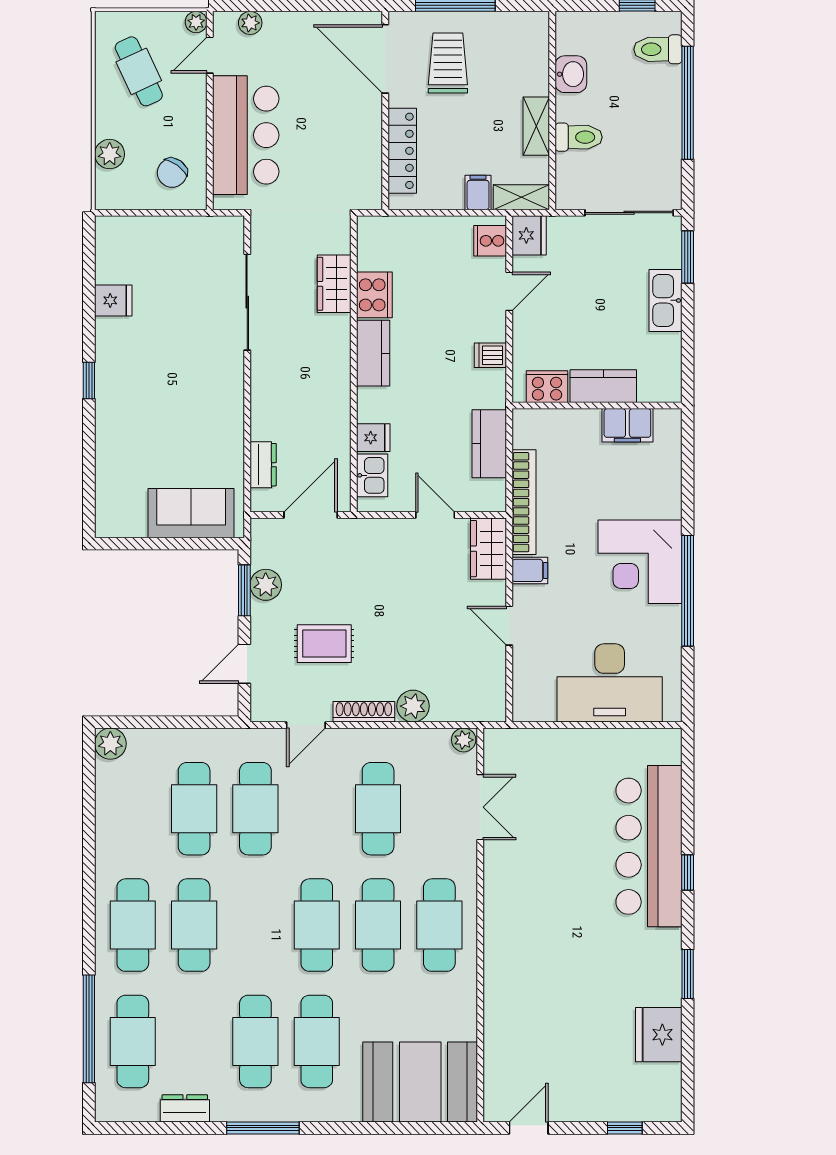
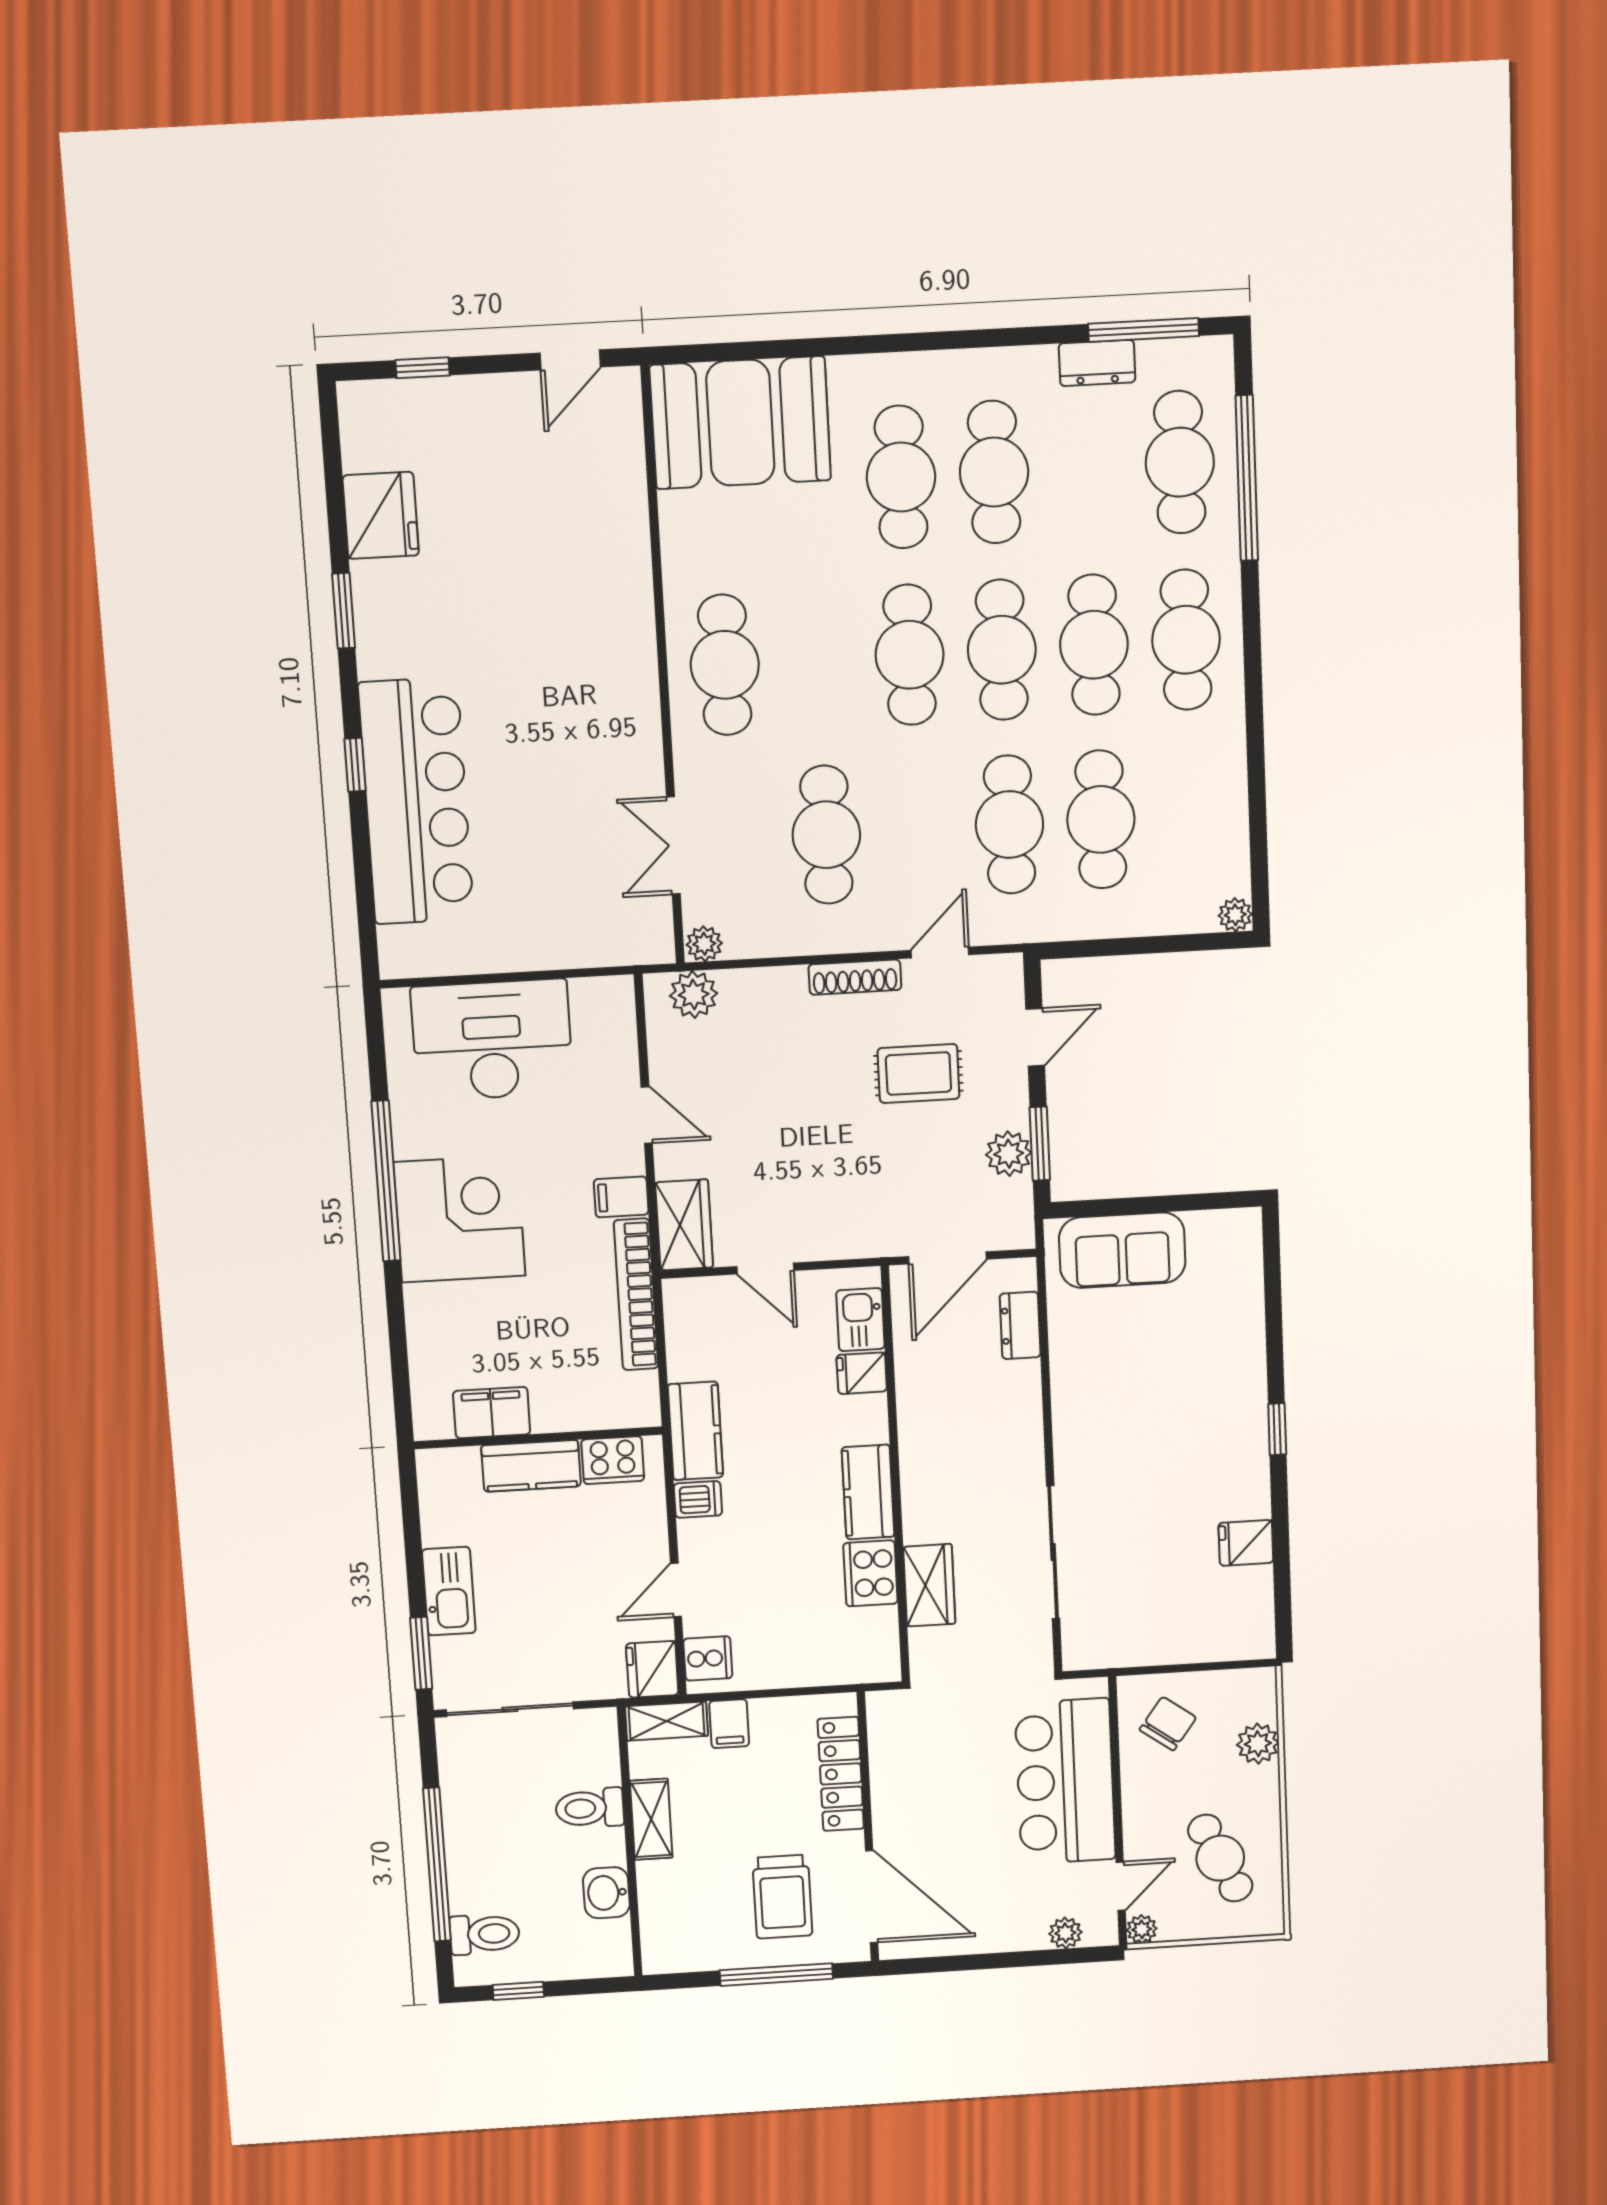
kitchen counter: (489, 444) -> (695, 1431), moved
plant: (413, 706) -> (694, 994), moved
plant: (110, 744) -> (1235, 915), width x0.73, depth x0.73
cafe table: (378, 925) -> (1002, 650), moved
window: (263, 1128) -> (1144, 330), moved

